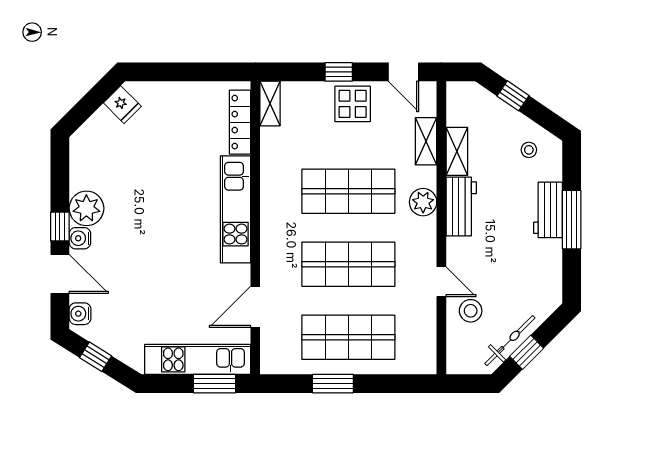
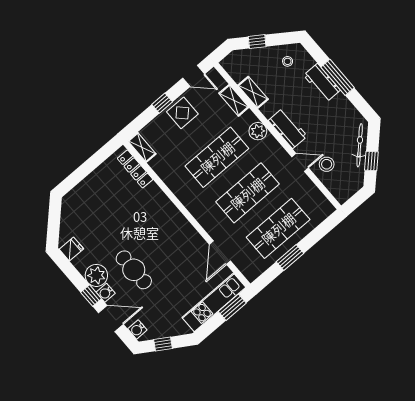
fridge: (122, 105) -> (71, 249), moved, turned -45
workbench: (461, 206) -> (288, 128), moved
kitchen unit: (236, 209) -> (169, 213), removed
cafe table: (136, 240) -> (134, 270), added
bicycle: (510, 341) -> (360, 145), moved

